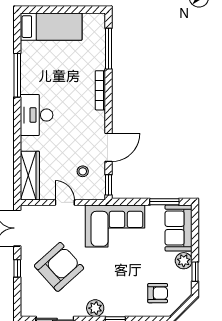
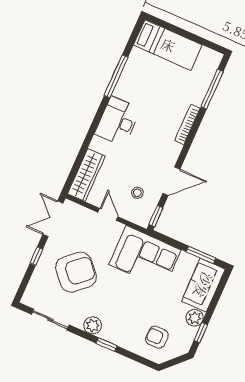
armchair: (158, 293) -> (157, 337), turned 180

